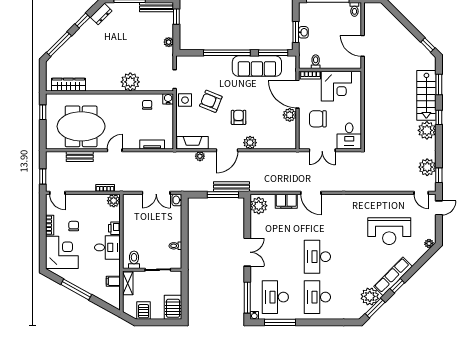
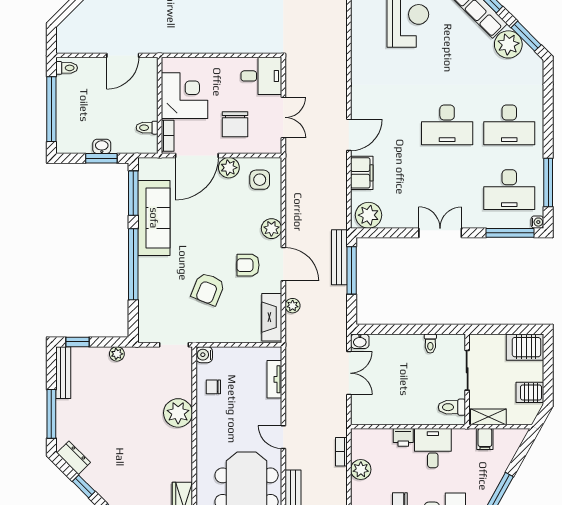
side table: (185, 100) -> (260, 180), moved
armchair: (239, 117) -> (248, 265), moved
plant: (114, 201) -> (361, 470), moved

